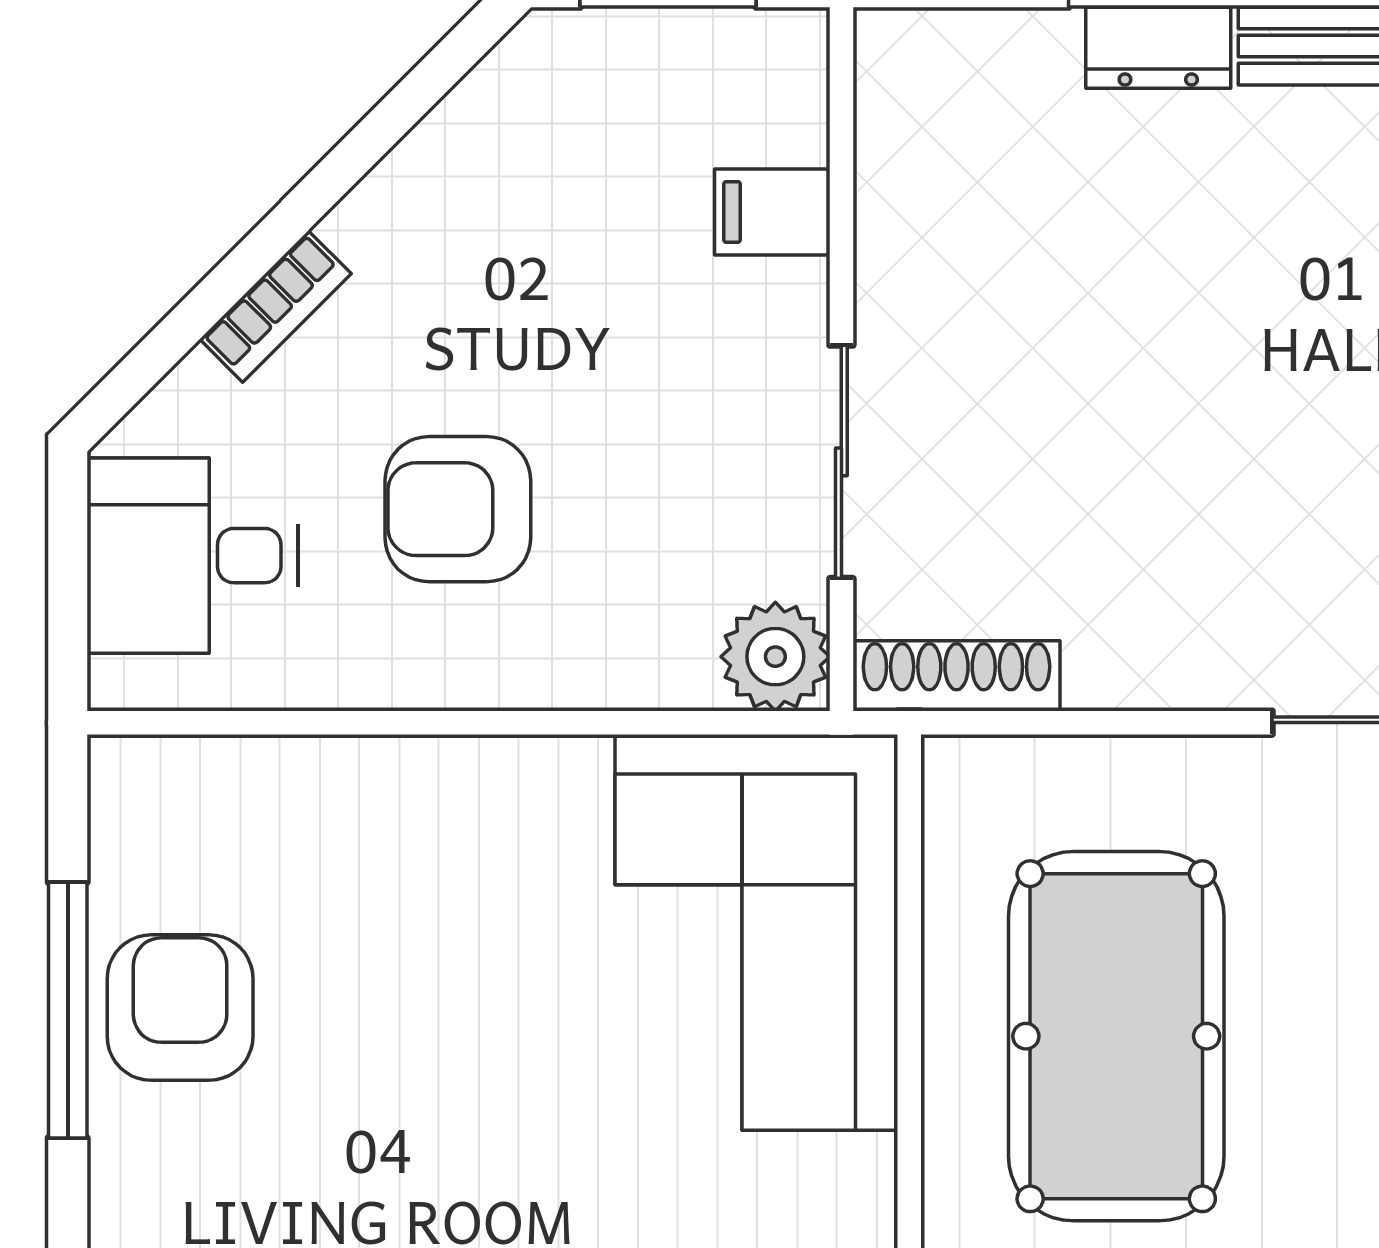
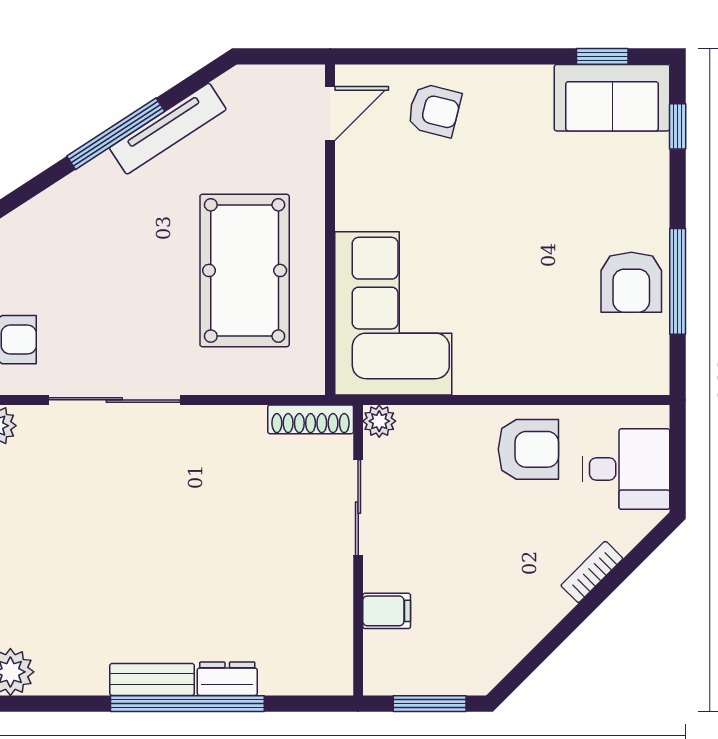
armchair: (458, 509) -> (528, 449), moved
plant: (775, 657) -> (379, 421), width x0.73, depth x0.73

